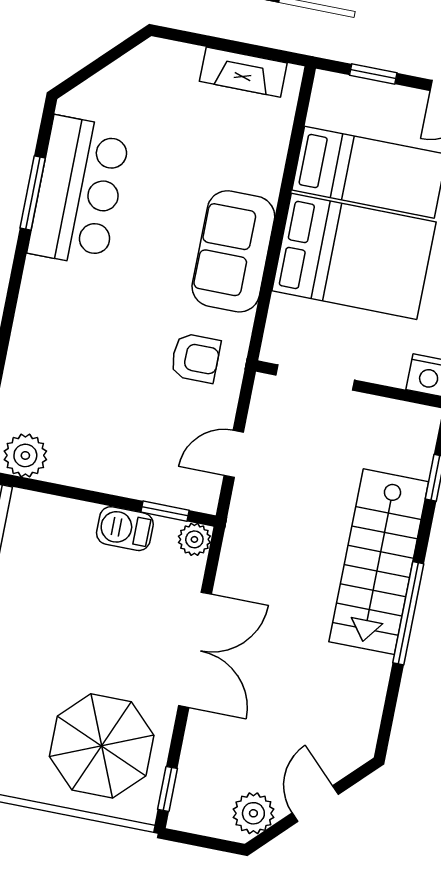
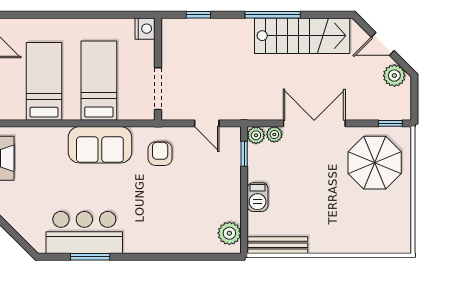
bed: (354, 256) -> (99, 81), width x0.67
barbecue: (125, 529) -> (258, 197), moved
stairs: (379, 562) -> (302, 36), moved
plant: (189, 573) -> (274, 134), added

